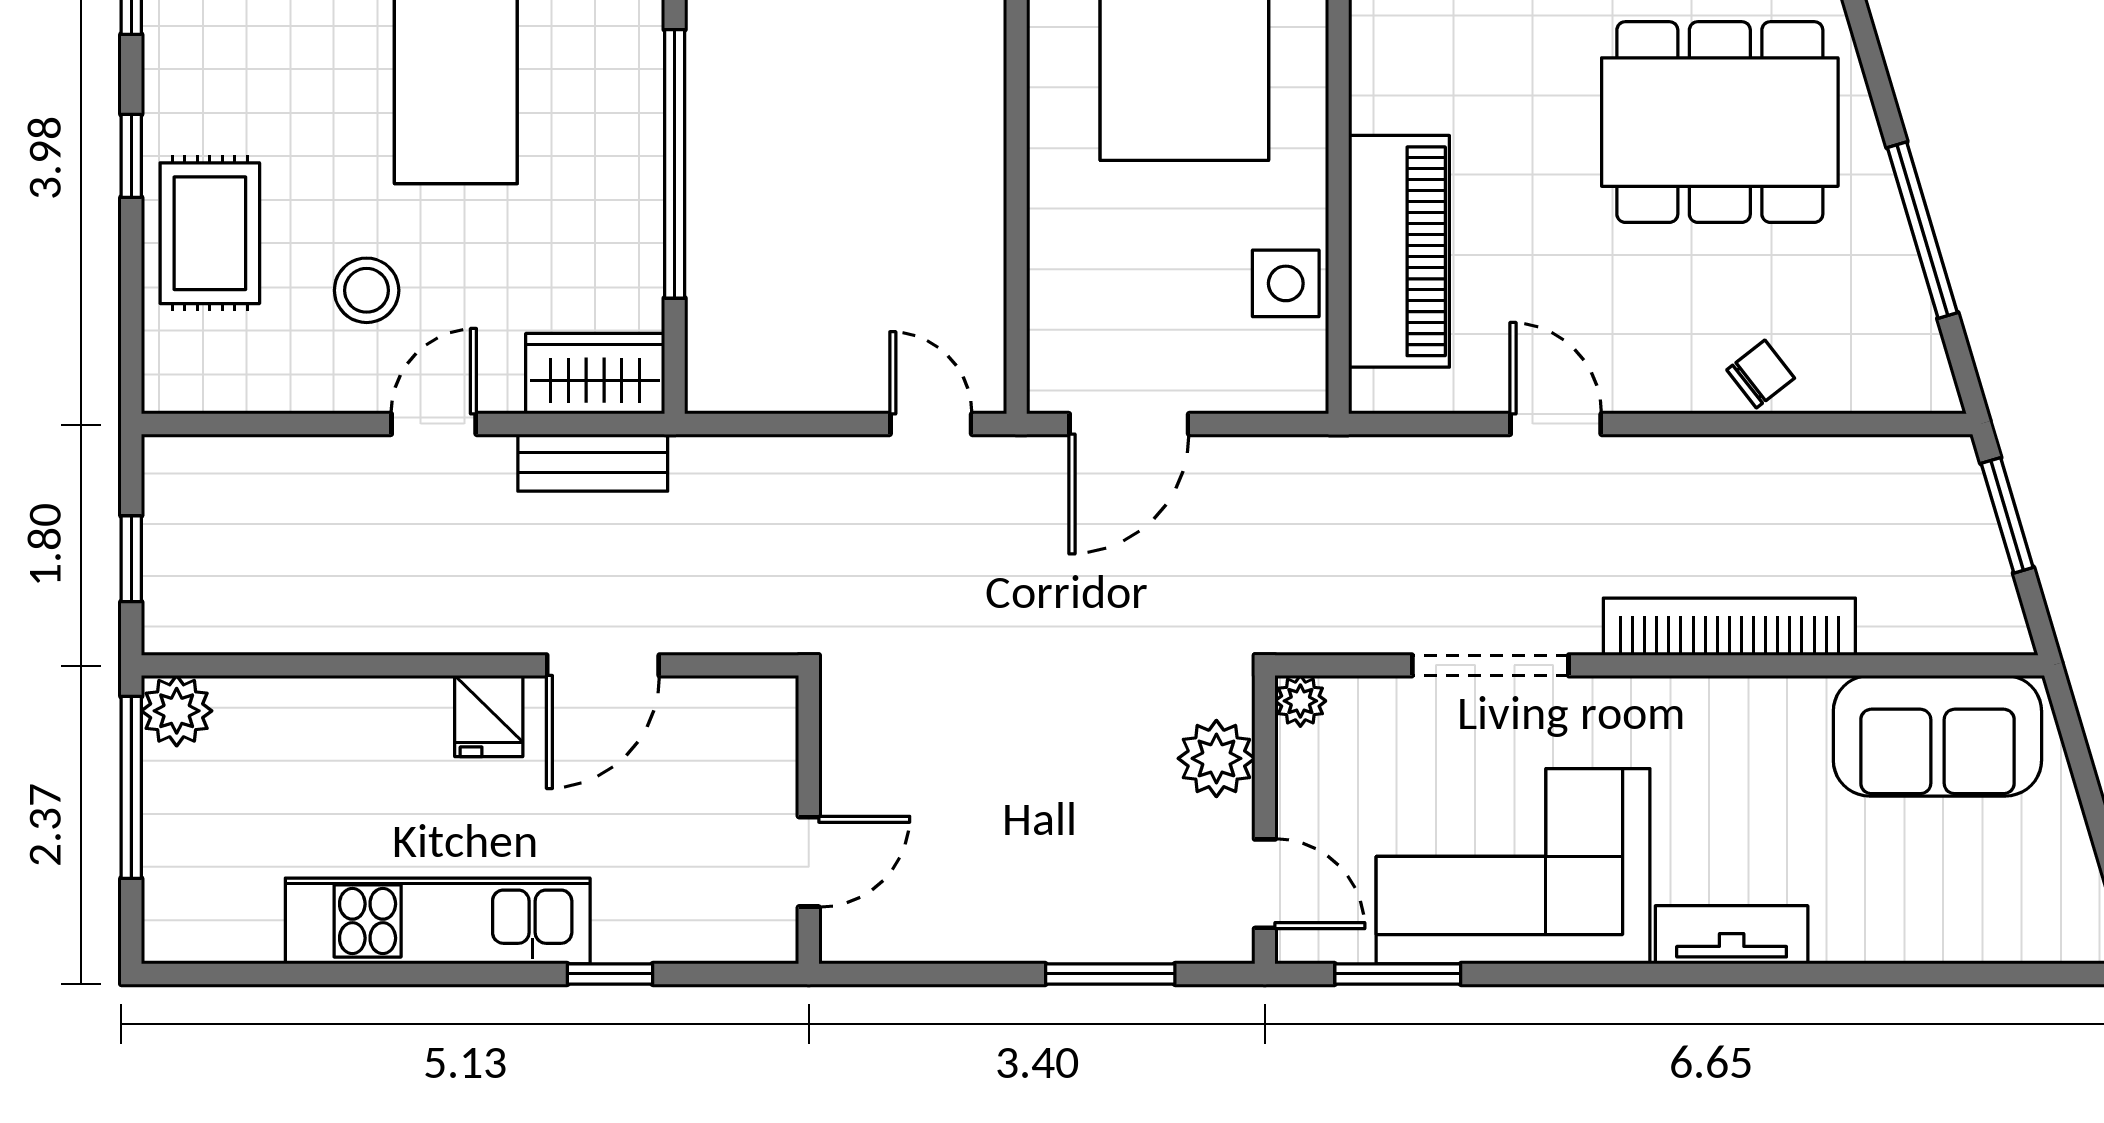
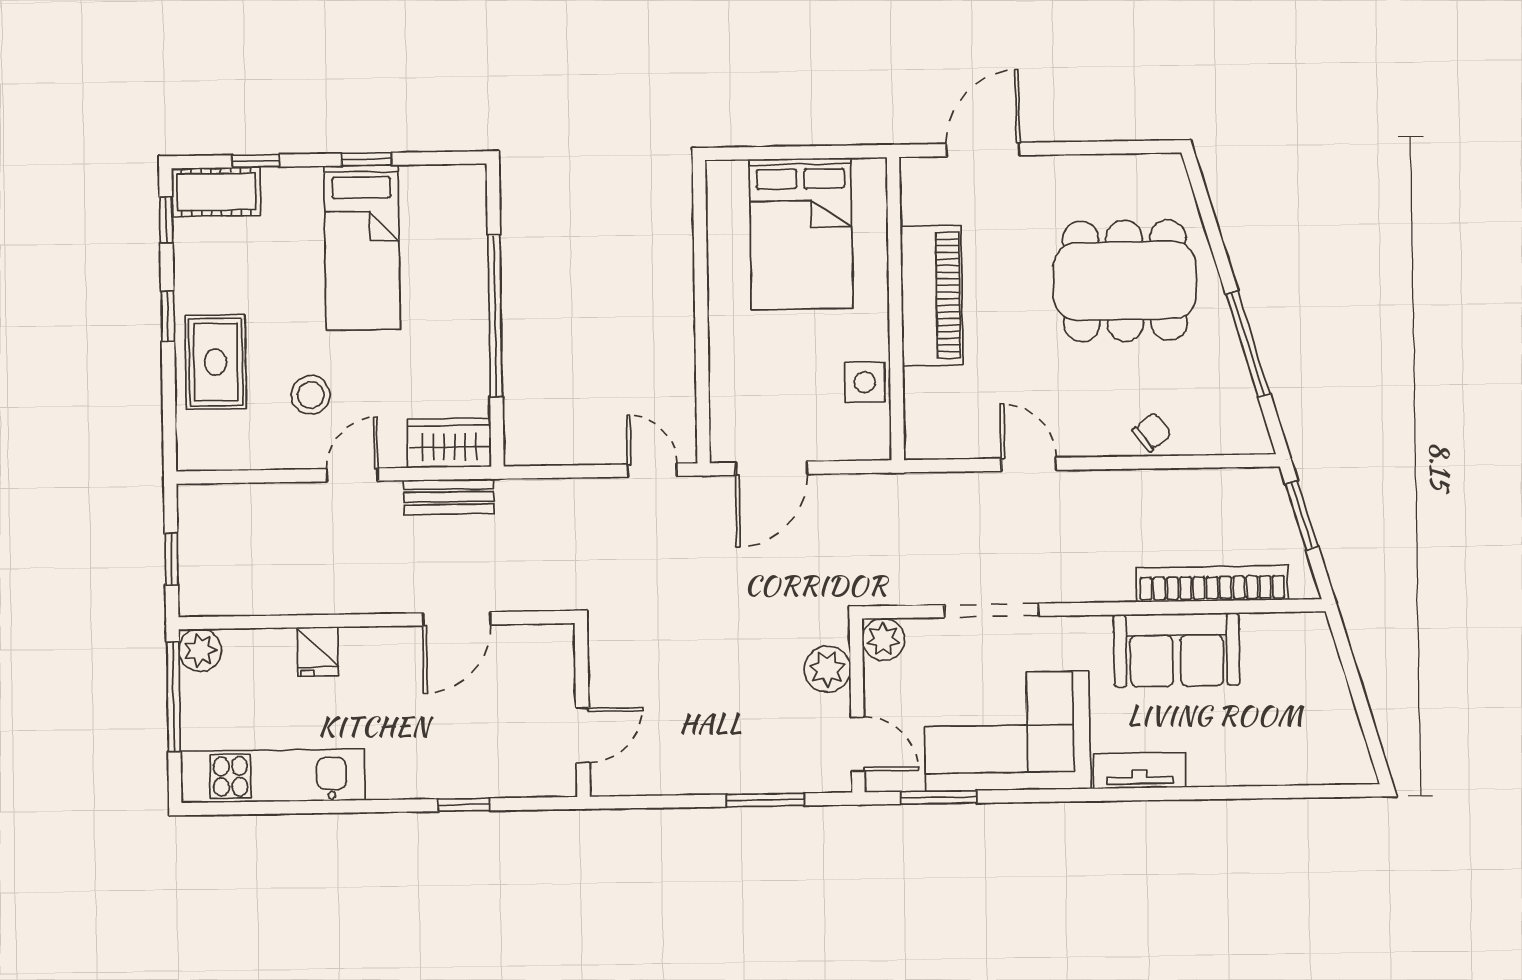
piano: (1399, 251) -> (932, 296), moved
bookcase: (1729, 627) -> (1212, 584), moved
plant: (1300, 701) -> (883, 639), width x1.38, depth x1.38
fridge: (489, 716) -> (318, 652), moved
sofa: (1937, 736) -> (1177, 650), moved
kitchen unit: (438, 921) -> (273, 776), moved

